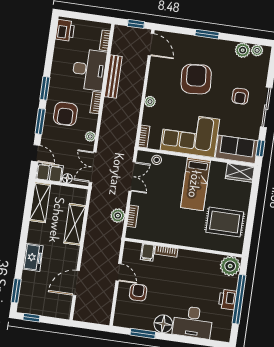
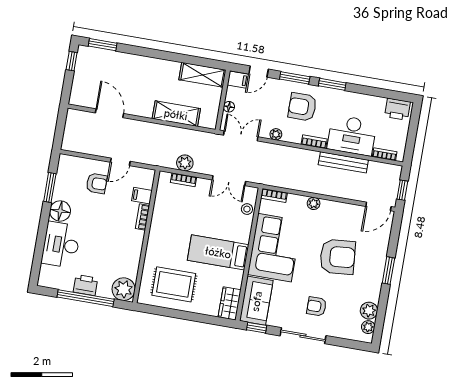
filing cabinet: (50, 172) -> (238, 80), width x0.50
rug: (225, 222) -> (174, 284), turned 90
freezer: (33, 257) -> (140, 65), removed

